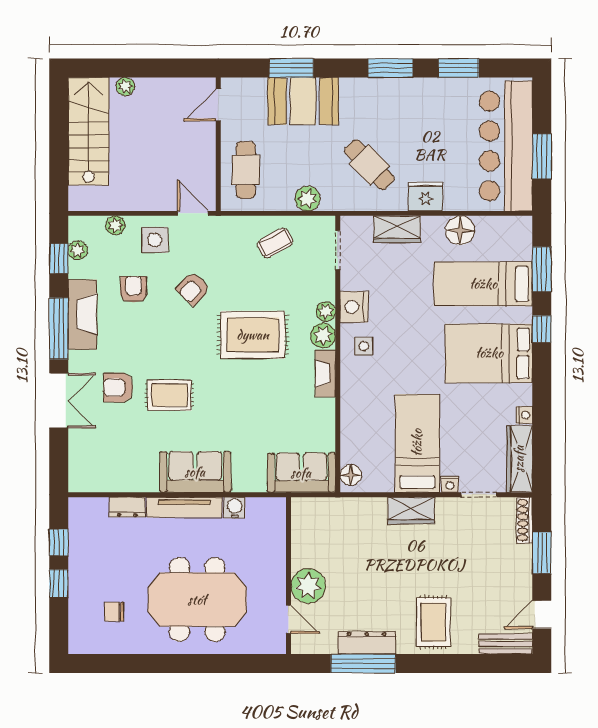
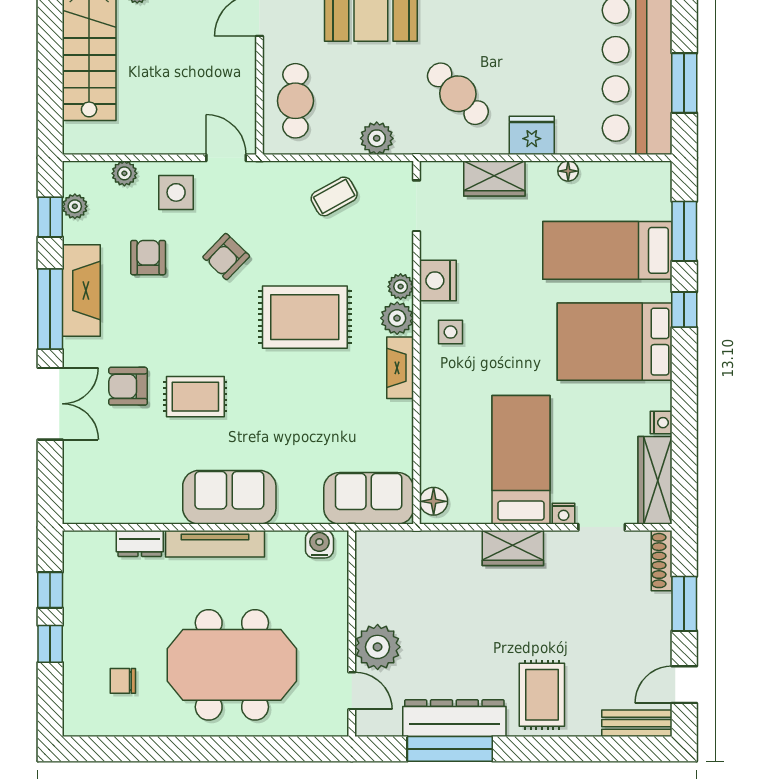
floor lamp: (460, 230) -> (568, 171), width x0.53, depth x0.53
water cooler: (235, 508) -> (319, 544), moved
dresser: (367, 643) -> (454, 718), width x1.37, depth x1.24

